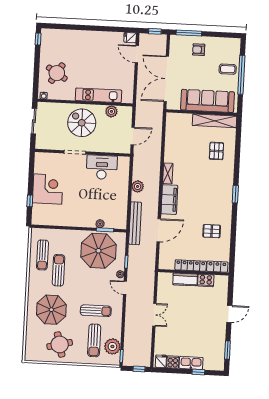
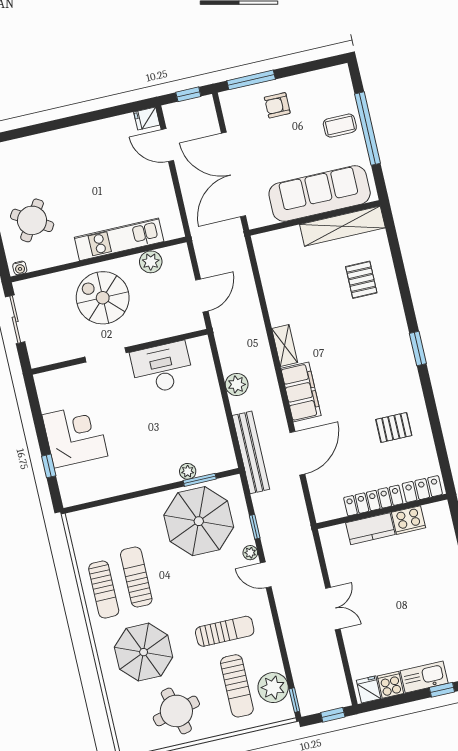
sun lounger: (42, 255) -> (104, 590), moved

